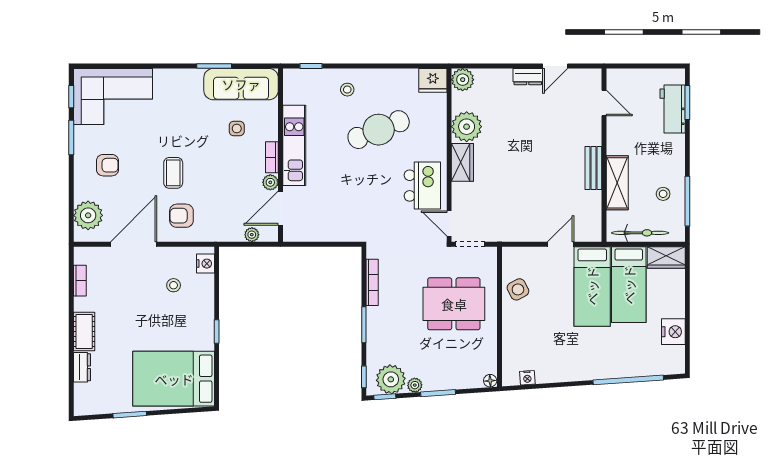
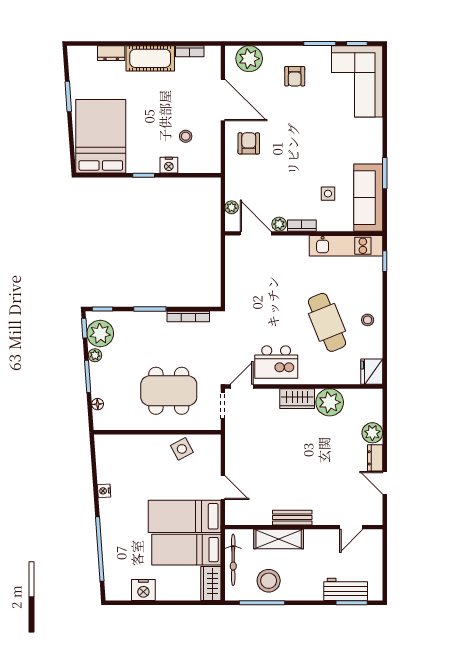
plant: (463, 80) -> (372, 433), moved
stool: (347, 90) -> (368, 320), moved
kitchen unit: (294, 145) -> (346, 246), moved
coffee table: (173, 173) -> (288, 136), removed
stool: (663, 194) -> (269, 581), width x1.89, depth x1.89
nightstand: (205, 264) -> (169, 165), moved
dining table: (454, 304) -> (169, 391), turned 90
cot: (84, 331) -> (150, 58), width x1.37, depth x1.34
nightstand: (527, 378) -> (104, 491), moved
floor lamp: (490, 381) -> (98, 404), moved

